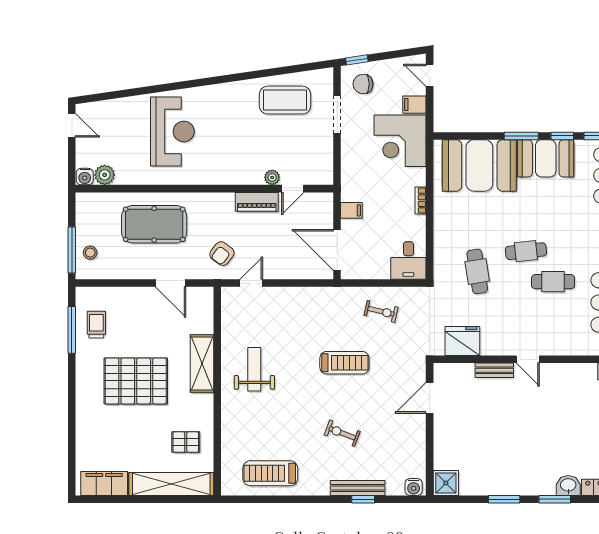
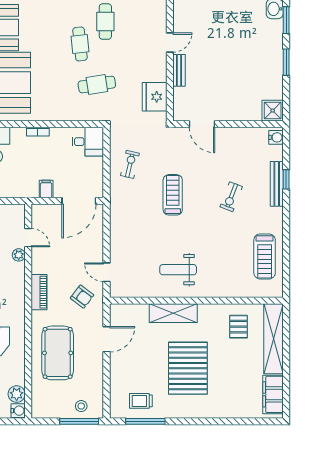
piano: (257, 202) -> (39, 292), moved

